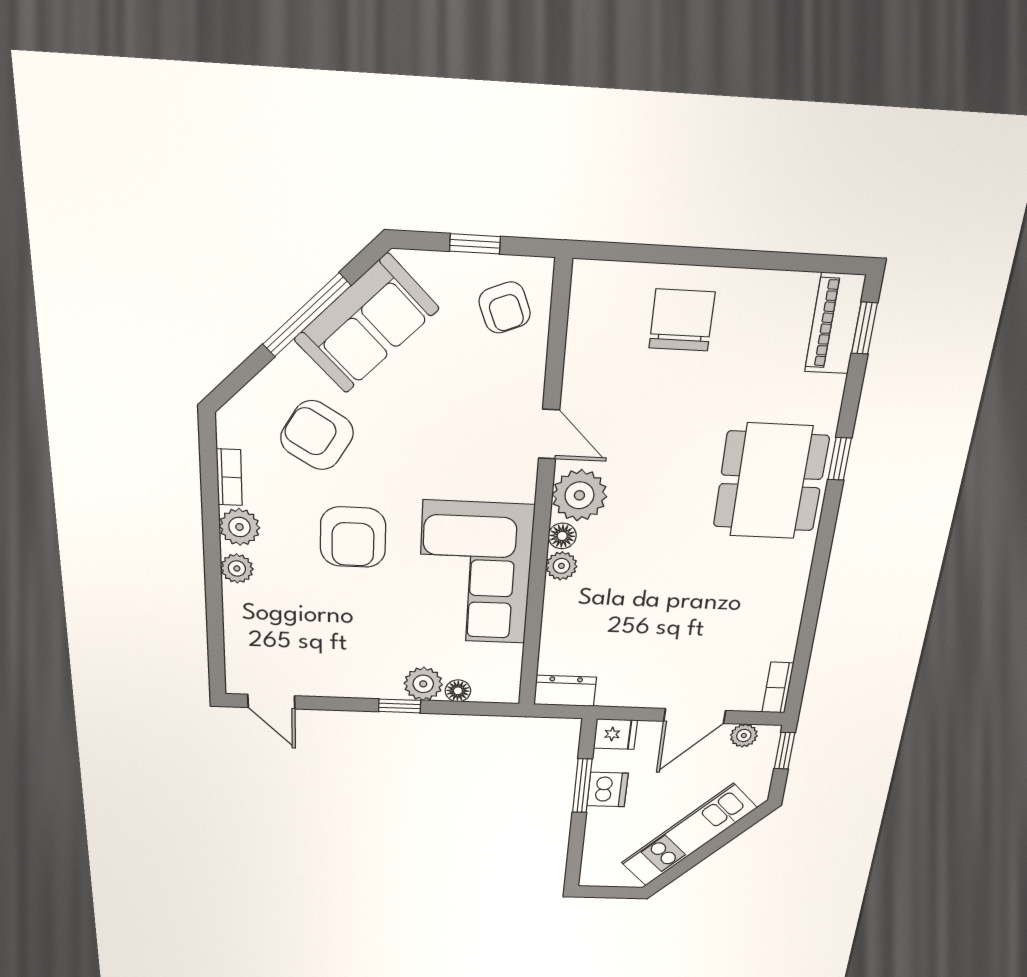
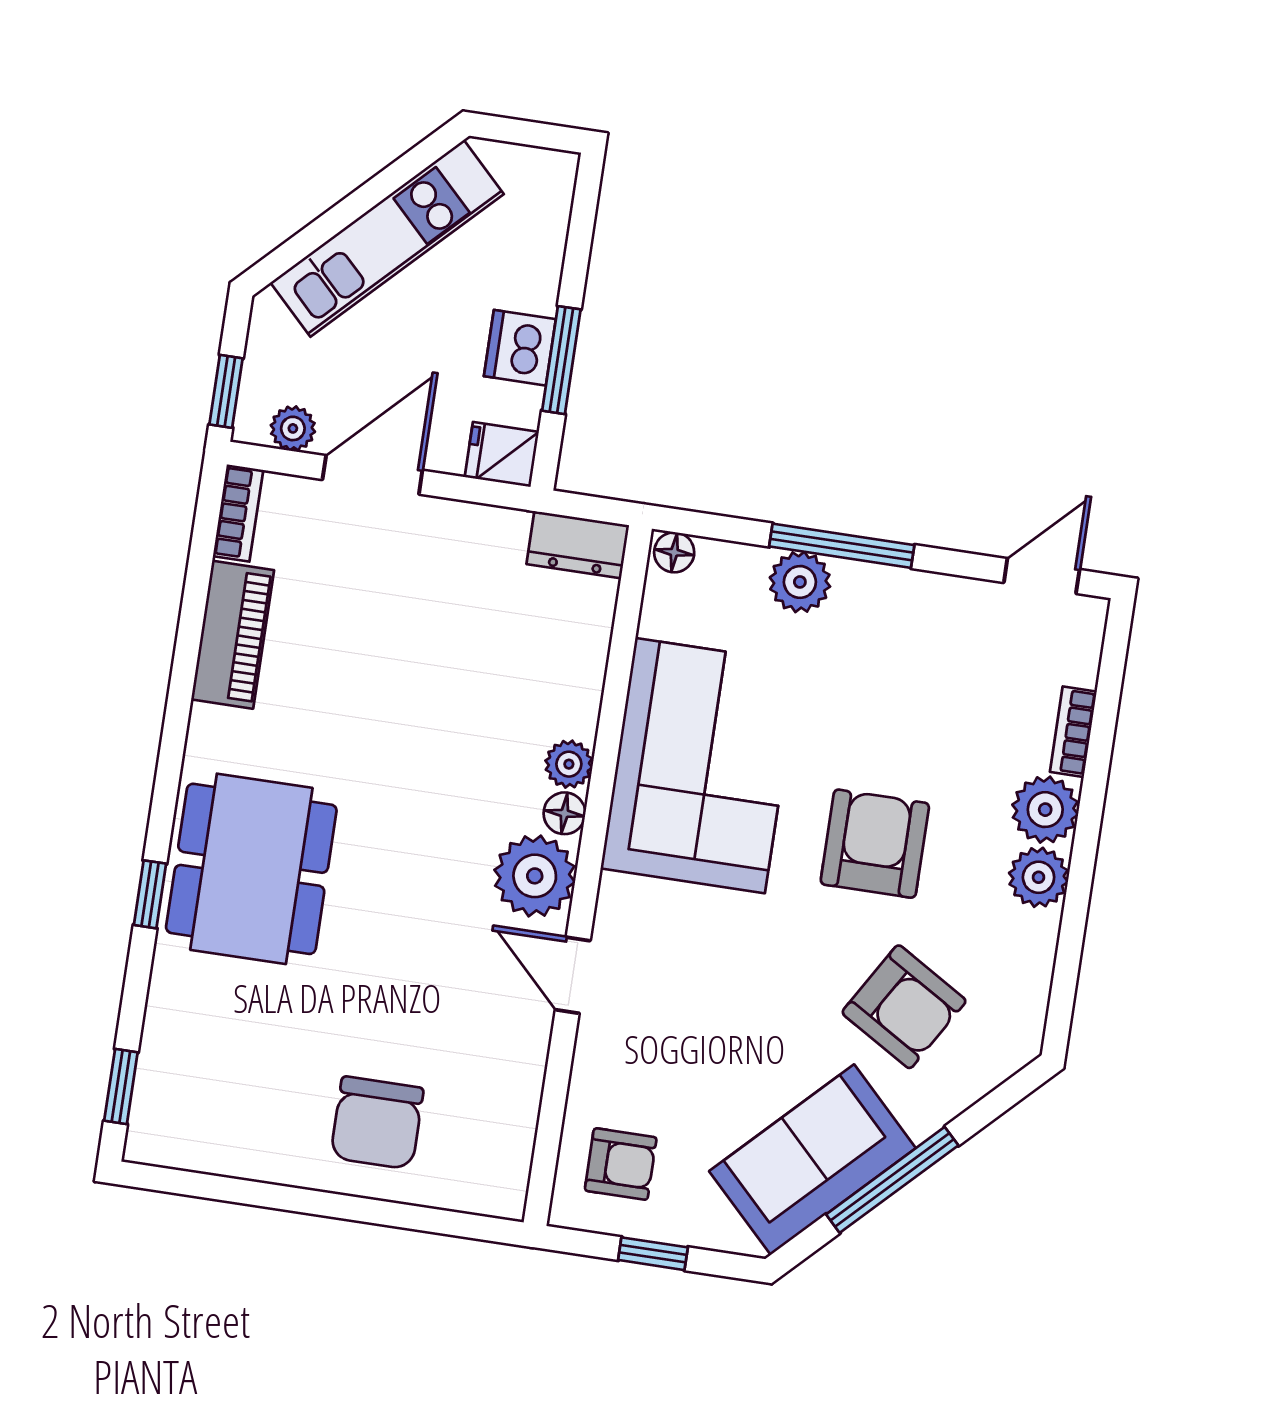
armchair: (505, 308) -> (621, 1164), turned 112
piano: (835, 324) -> (233, 635), moved
bookcase: (229, 477) -> (1073, 732), moved
plant: (237, 568) -> (1045, 810), width x1.38, depth x1.38
floor lamp: (458, 691) -> (674, 552), moved
door: (271, 702) -> (1042, 576), hinge flipped
window: (400, 706) -> (842, 546), width x2.17

